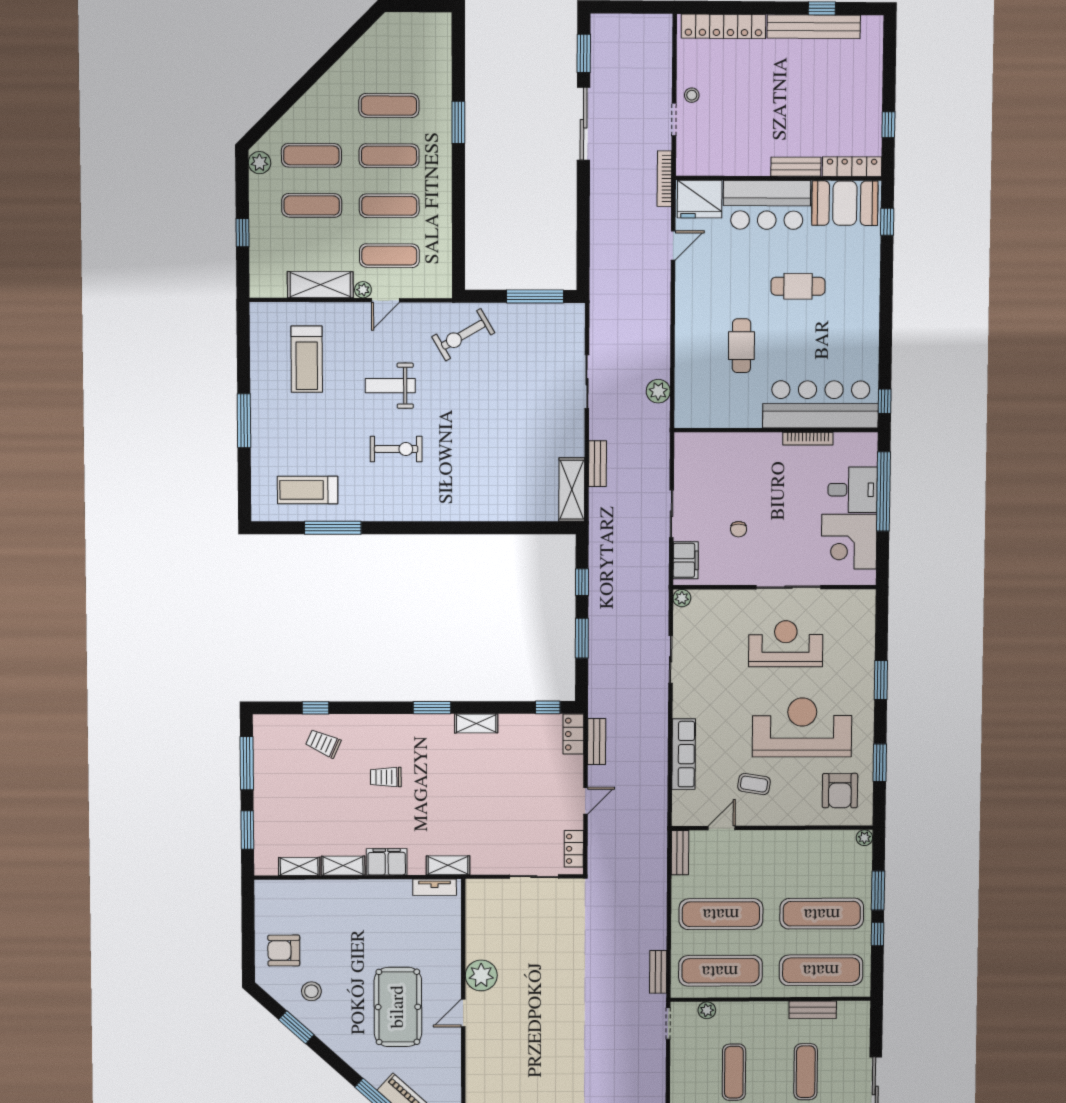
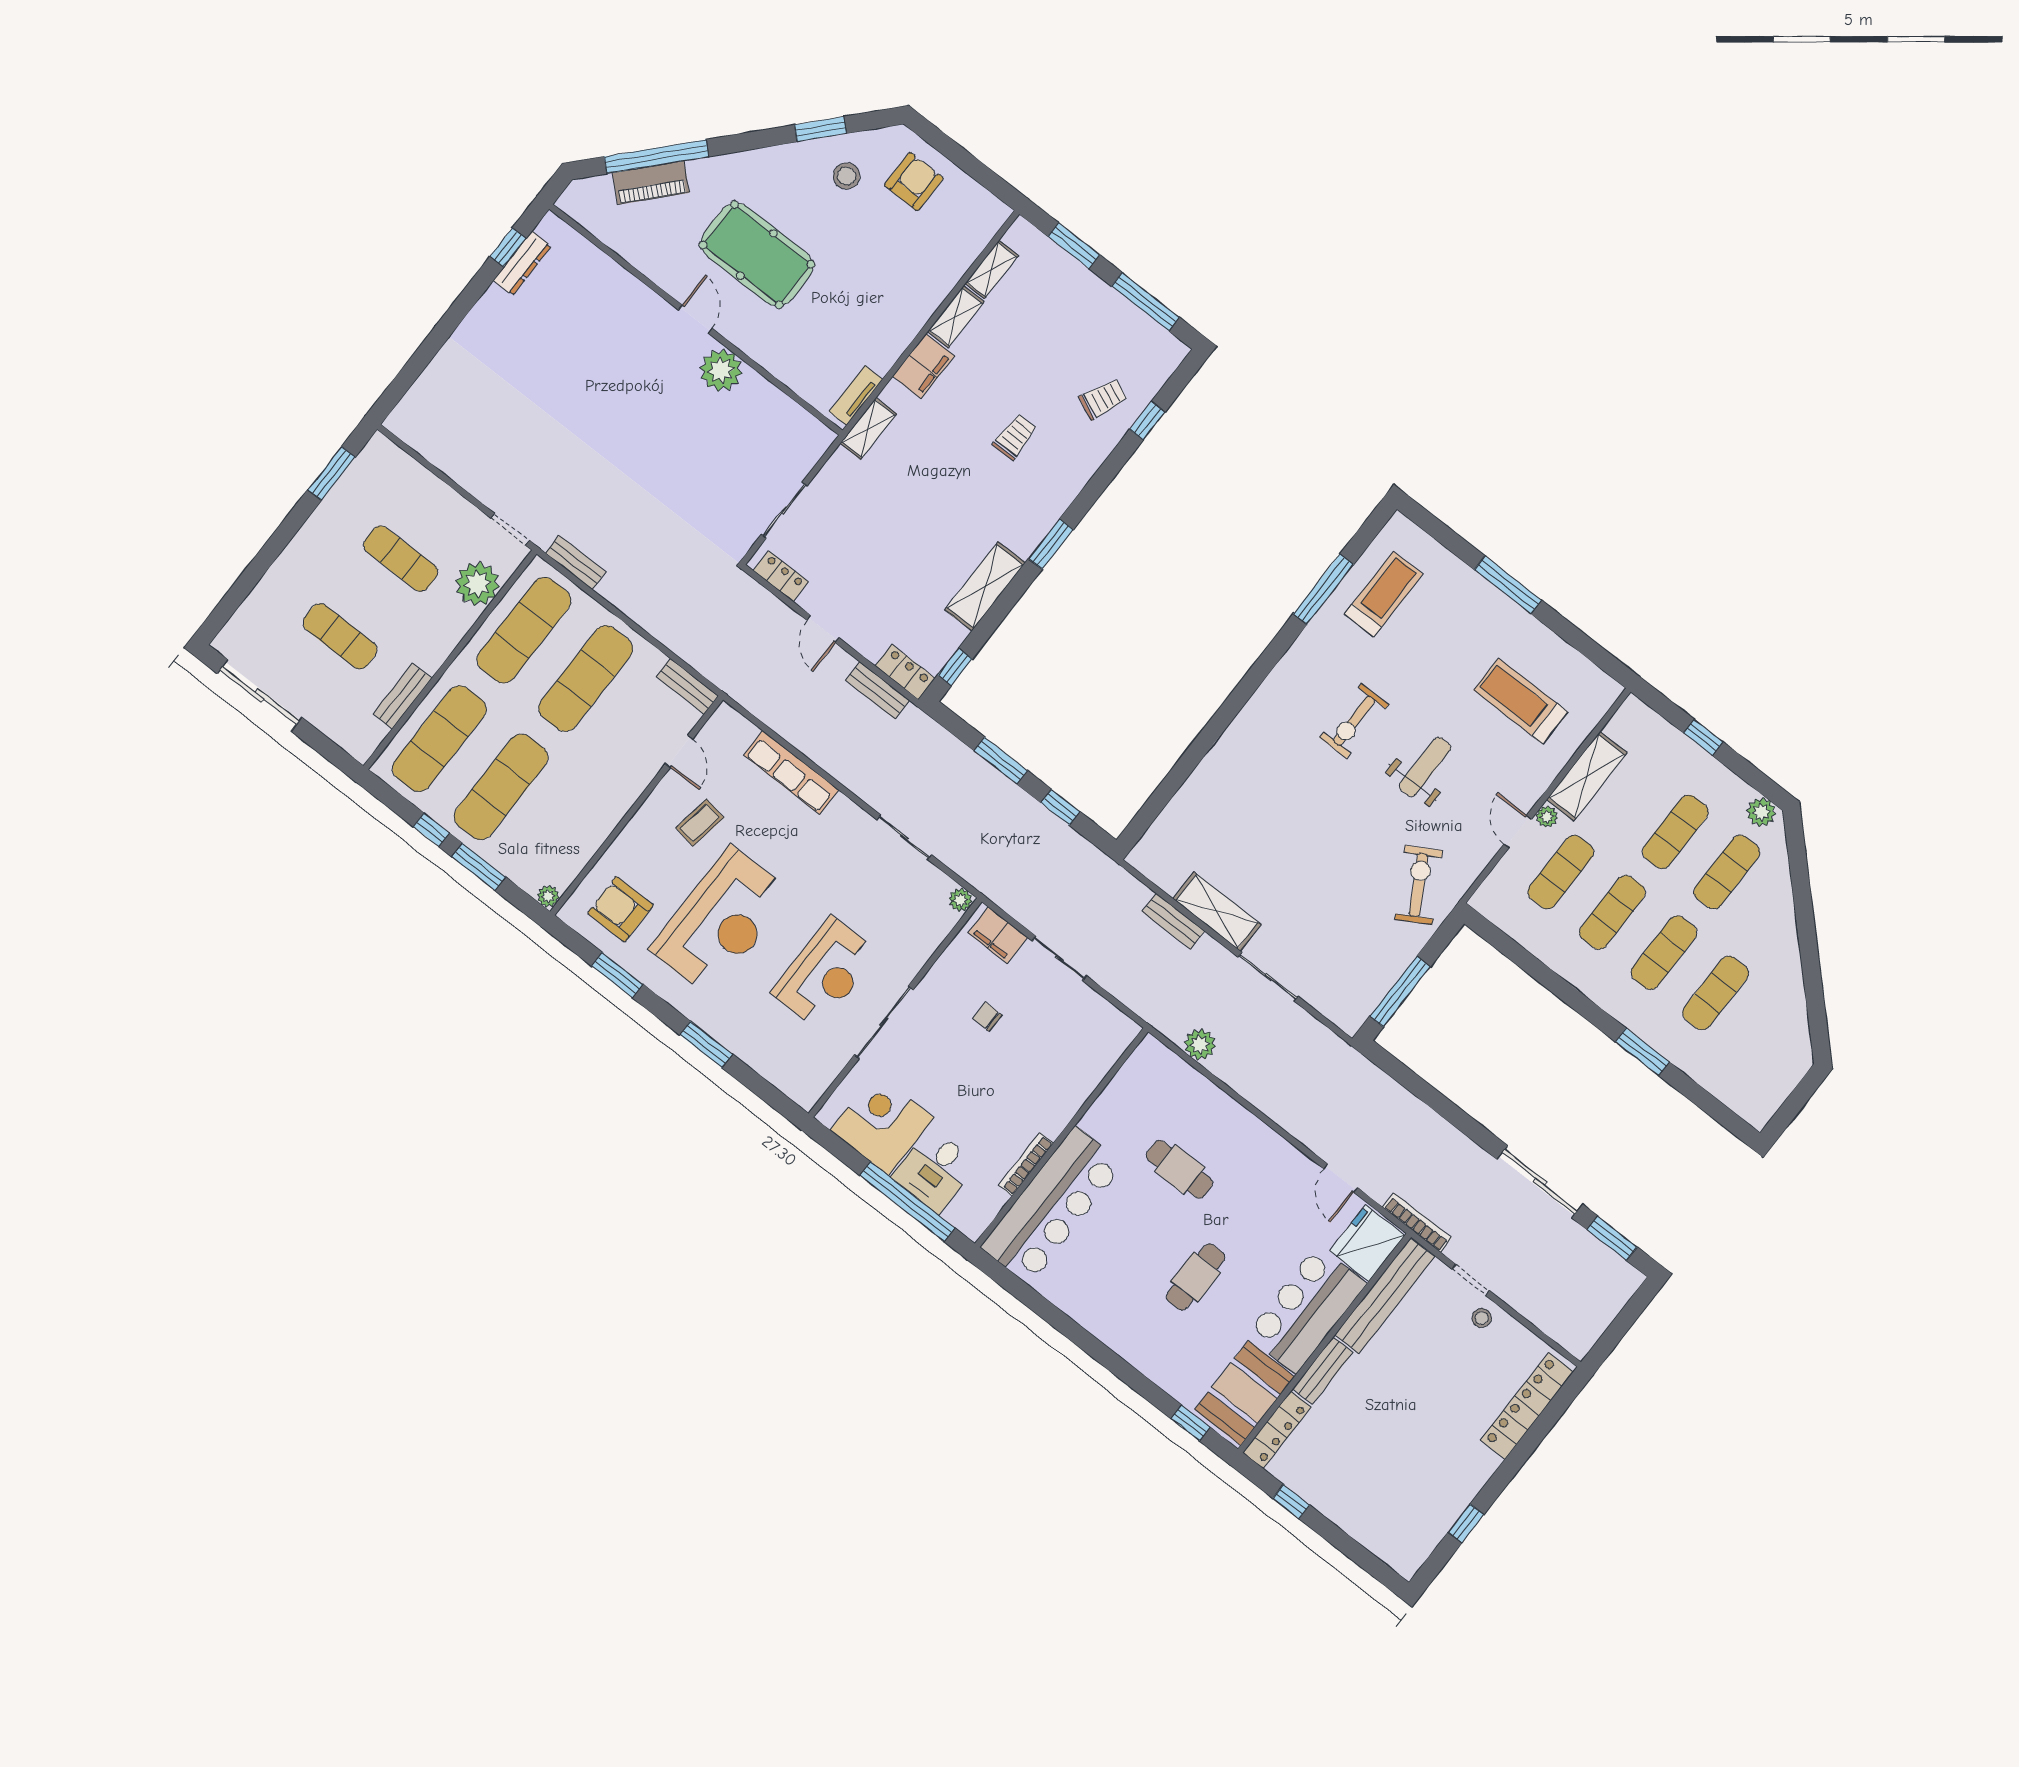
bench: (814, 27) -> (1385, 1296), moved
window: (885, 401) -> (1003, 1276), removed
shelving: (572, 490) -> (1217, 911), moved
shelving: (476, 723) -> (985, 586), width x1.50, depth x1.33
plant: (707, 1010) -> (477, 584), width x1.87, depth x1.87

